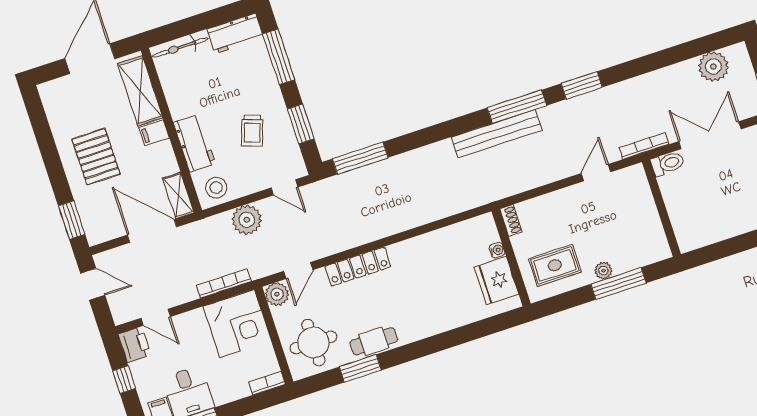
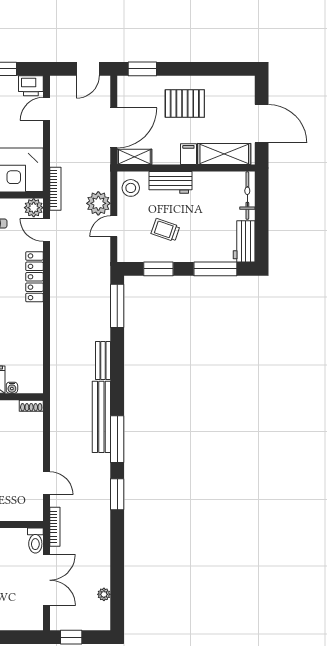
plant: (713, 67) -> (104, 594), width x0.53, depth x0.53
bench: (430, 153) -> (103, 361), added
door: (284, 187) -> (114, 226), moved
bookcase: (224, 283) -> (55, 189), moved

